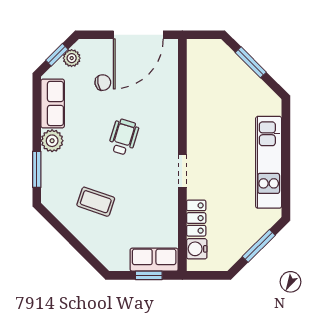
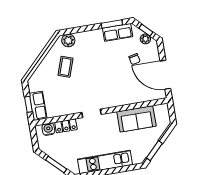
window: (251, 62) -> (154, 151), moved
sofa: (205, 97) -> (136, 119), added
wheelchair: (124, 137) -> (105, 76), removed
plant: (52, 141) -> (68, 40), moved
window: (37, 169) -> (112, 24), moved

